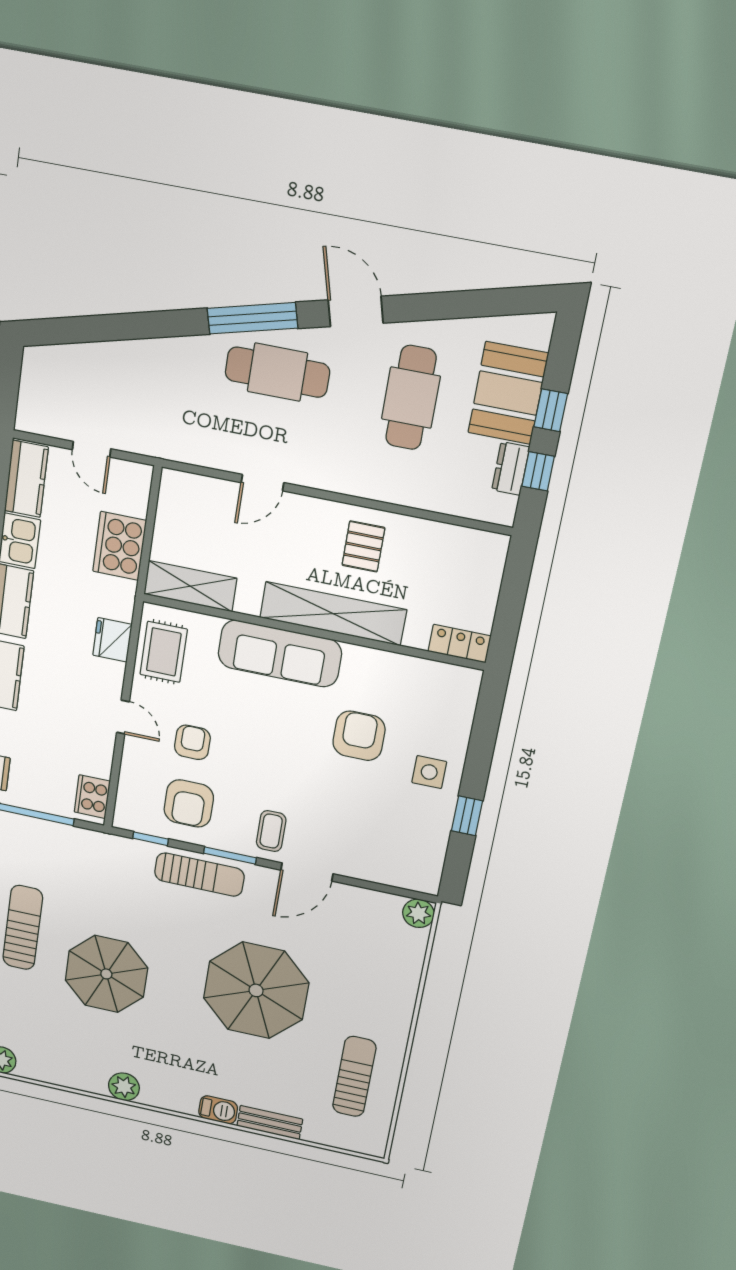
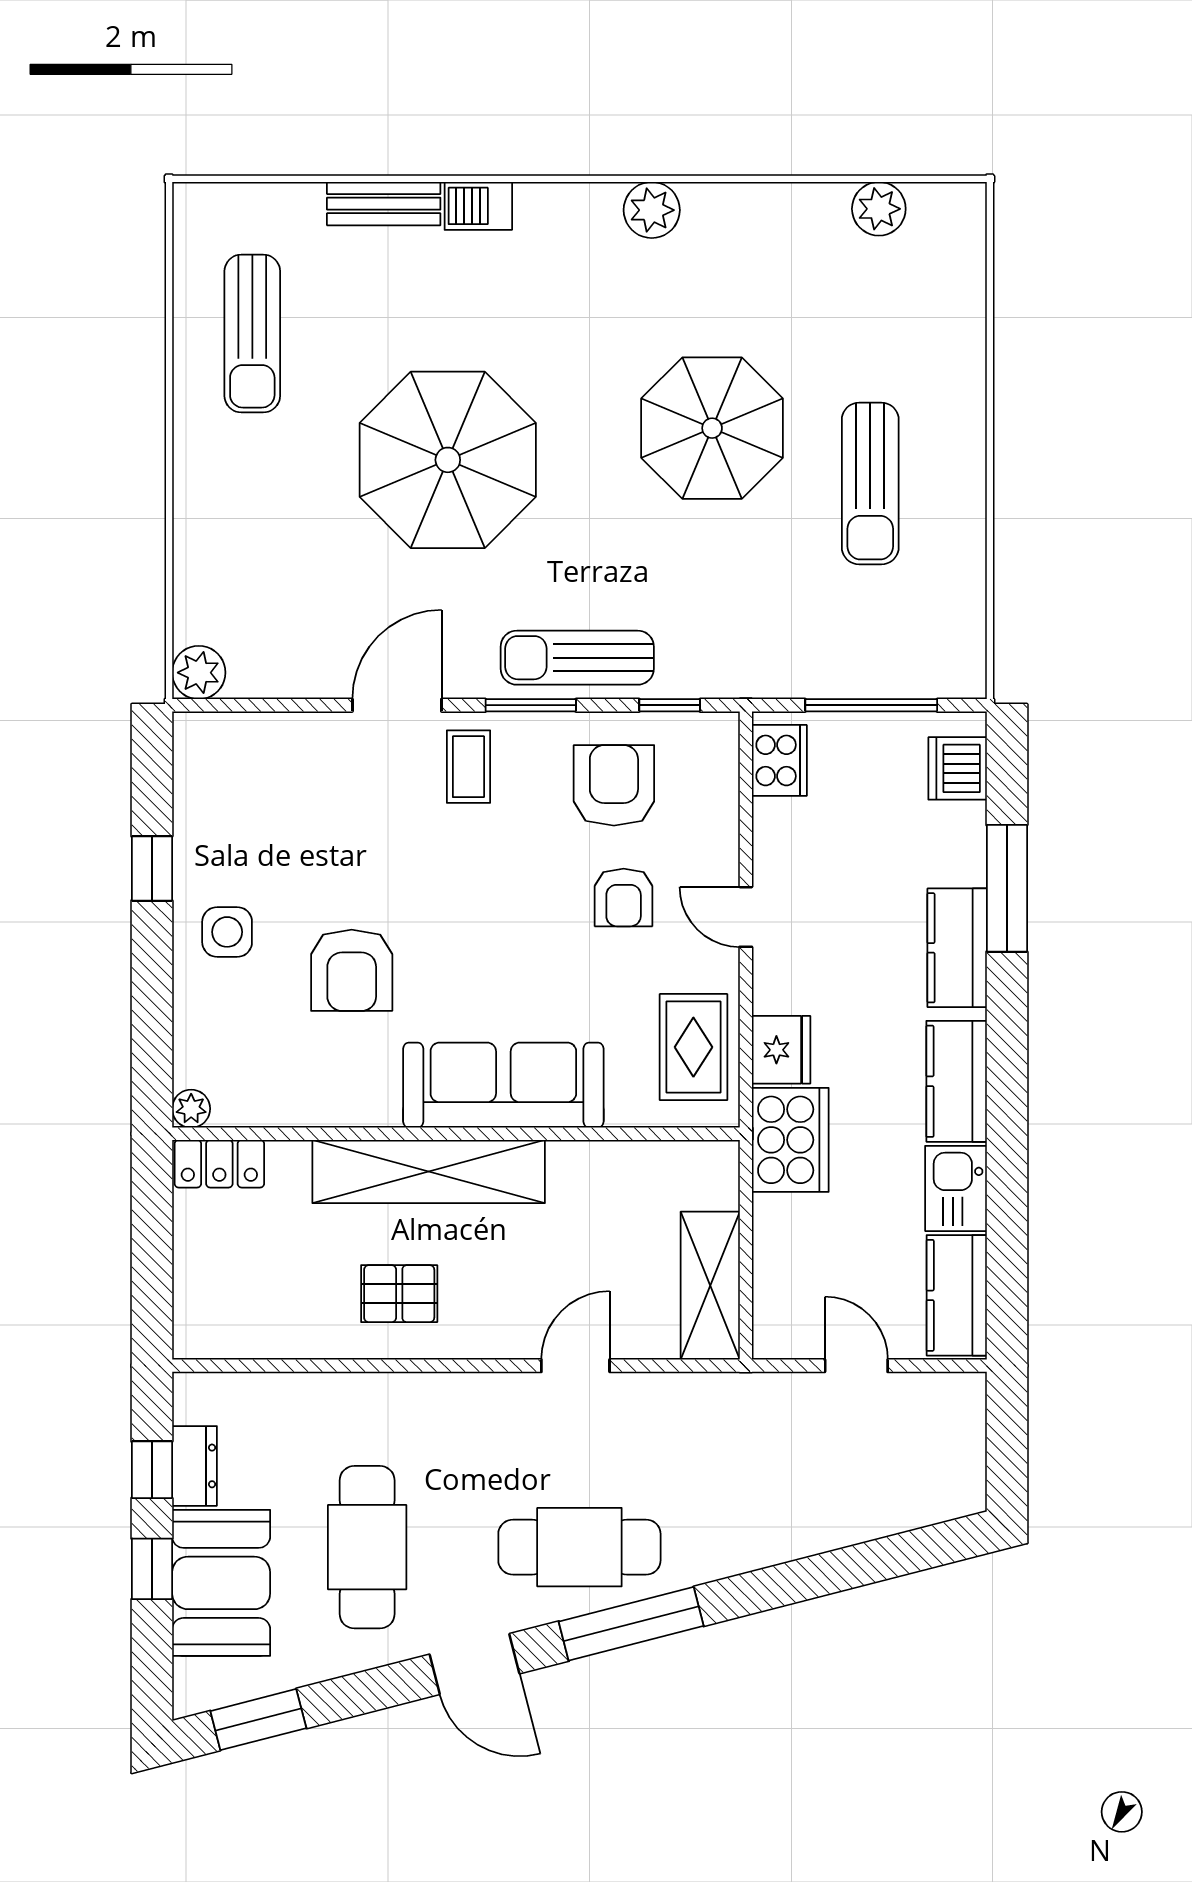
window: (501, 302) -> (258, 1720), added
cooker: (120, 546) -> (790, 1140), moved
pallet: (363, 546) -> (399, 1294), turned 90
shelving: (190, 586) -> (710, 1286), moved, turned 90
plant: (470, 678) -> (191, 1109), added

